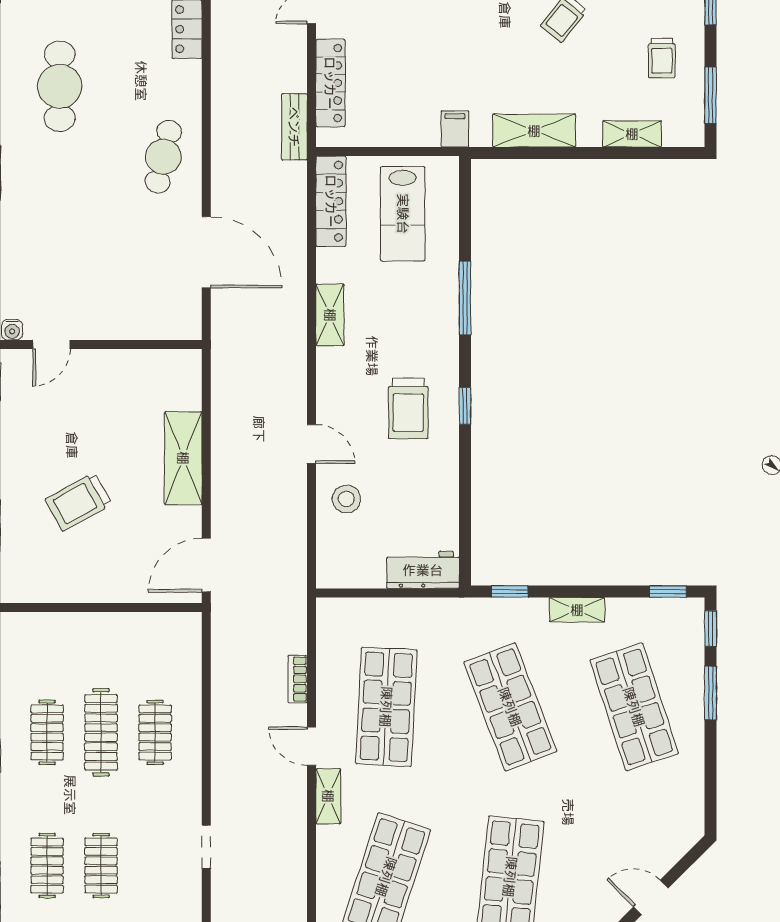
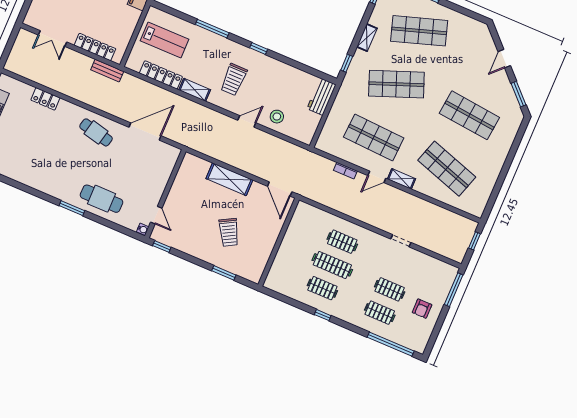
cafe table: (60, 86) -> (102, 199), moved
locker: (331, 201) -> (161, 75), moved
trolley: (408, 408) -> (234, 80), moved, turned 90

